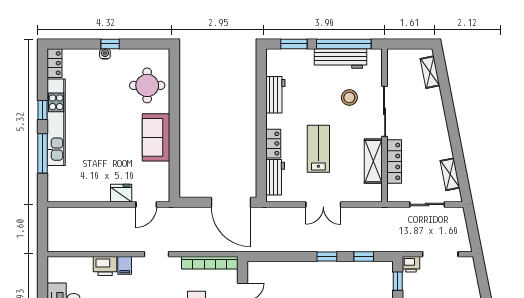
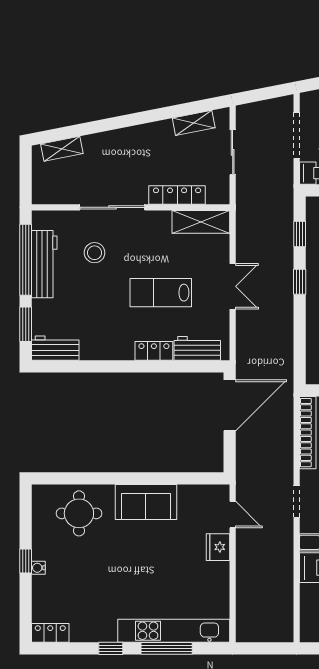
workbench: (275, 95) -> (55, 348), moved
kitchen unit: (56, 122) -> (174, 631), moved
shelving: (373, 161) -> (201, 222), moved

